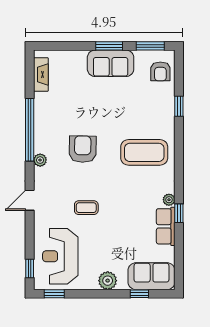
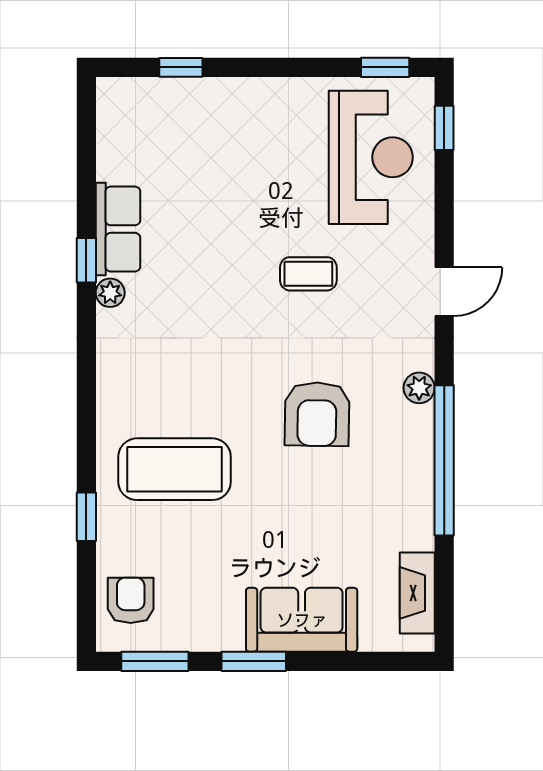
sofa: (111, 63) -> (302, 620), moved
coffee table: (144, 152) -> (175, 469), moved
sofa: (152, 276) -> (152, 110), removed
plant: (108, 281) -> (257, 99), removed

